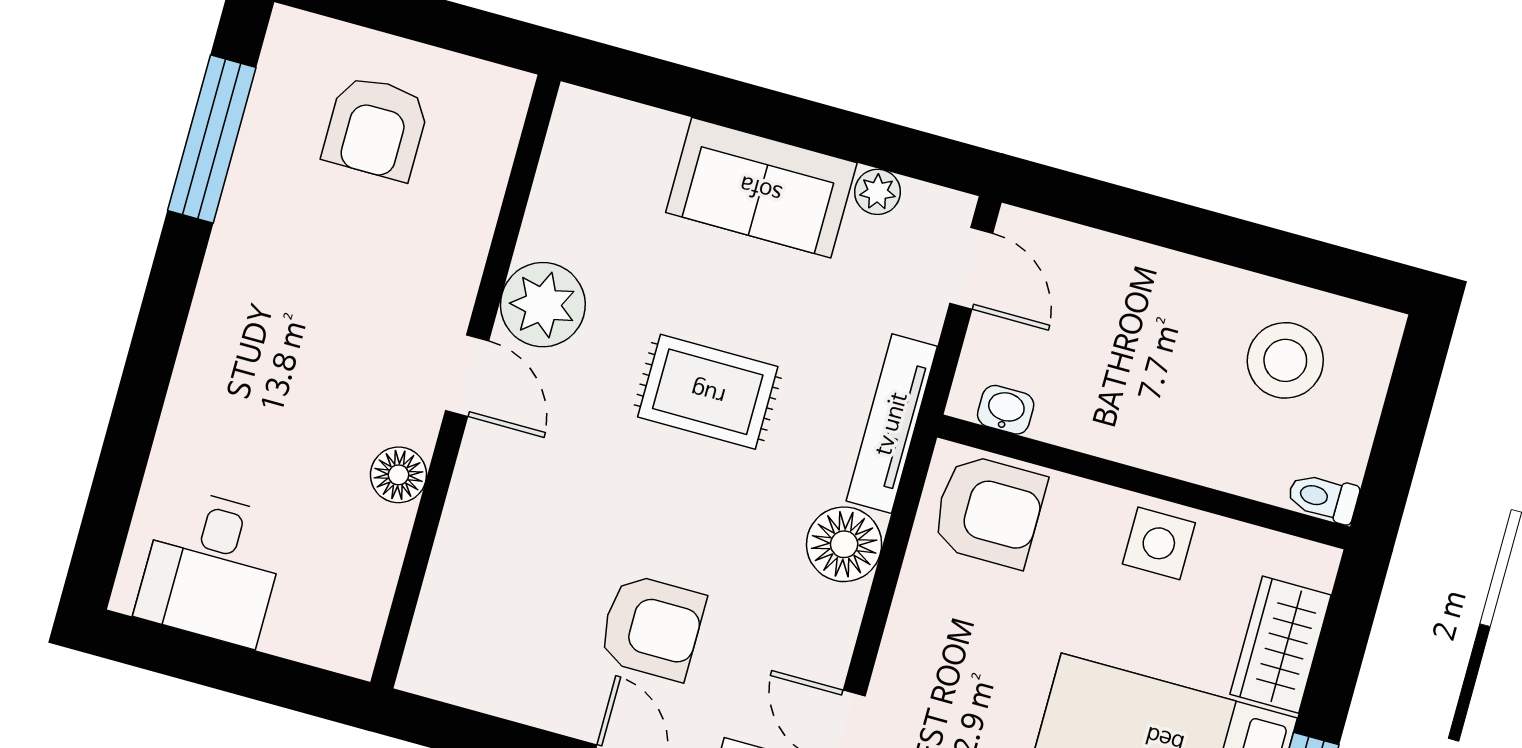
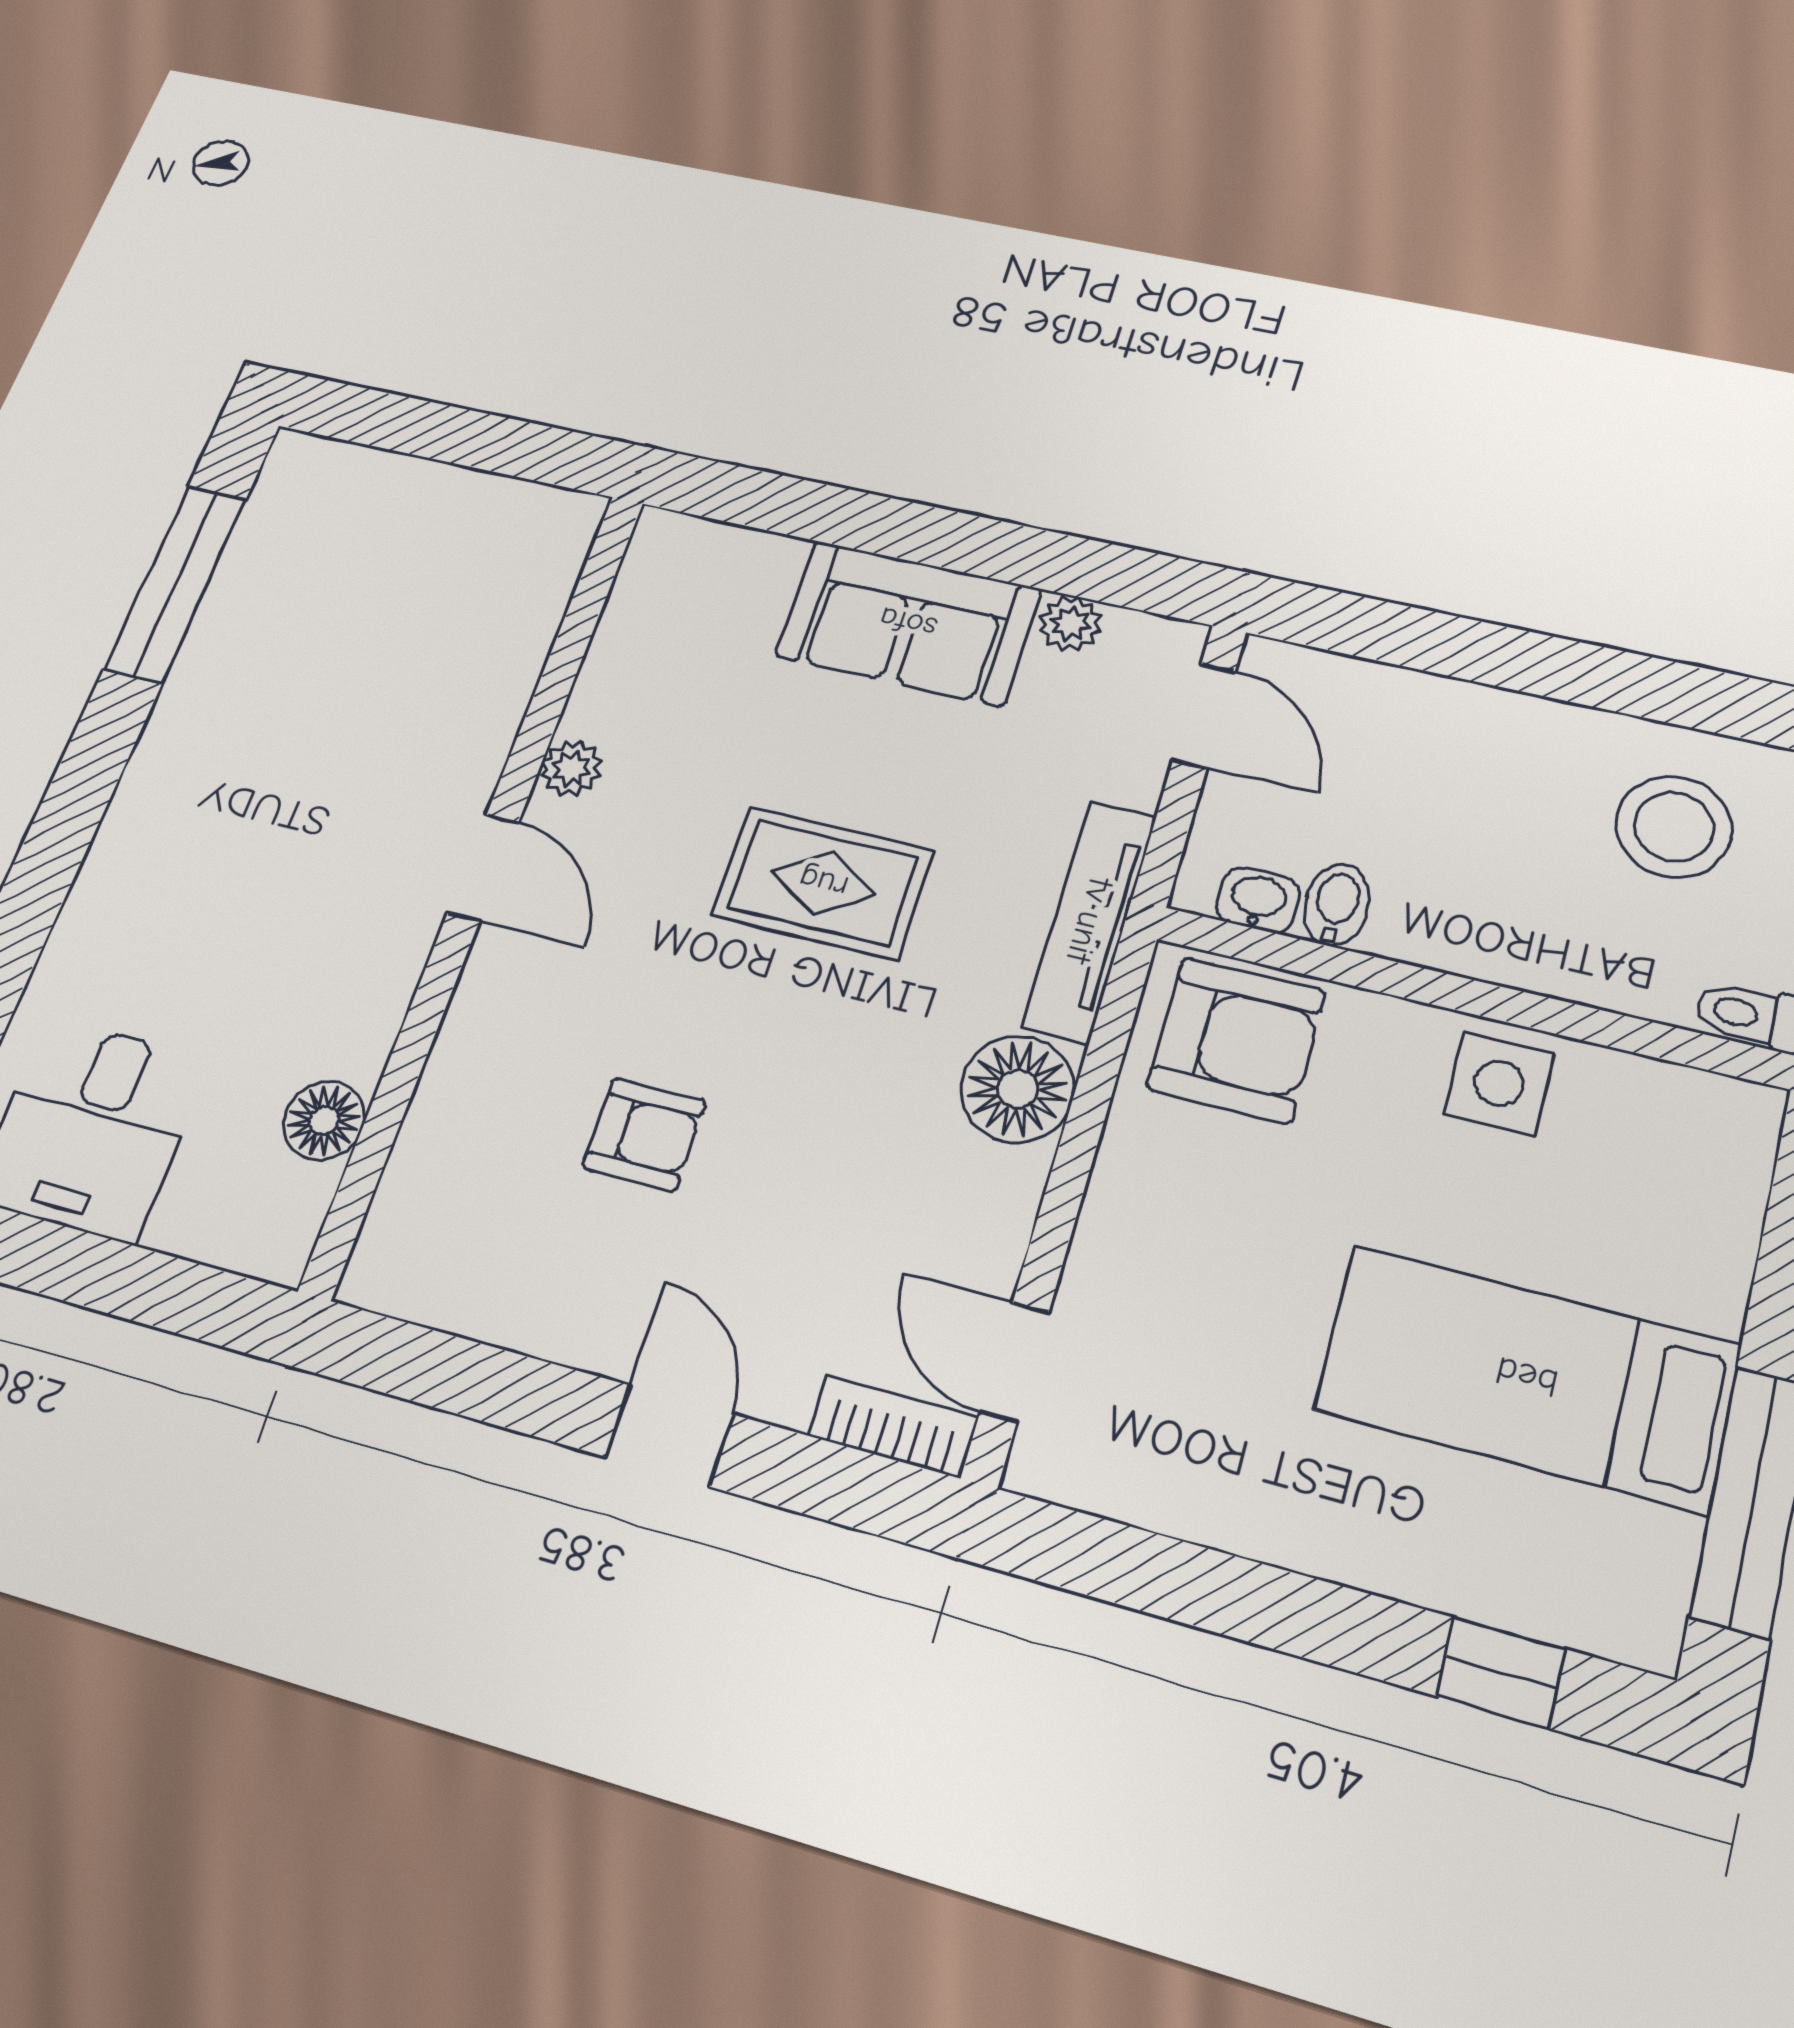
armchair: (376, 128) -> (392, 565), removed
plant: (543, 305) -> (571, 768), width x0.53, depth x0.53
bidet: (1058, 414) -> (1337, 905), added
floor lamp: (398, 475) -> (324, 1121), moved
armchair: (652, 627) -> (644, 1134), moved, width x0.72, depth x0.72
wardrobe: (1281, 645) -> (1704, 1232), removed

